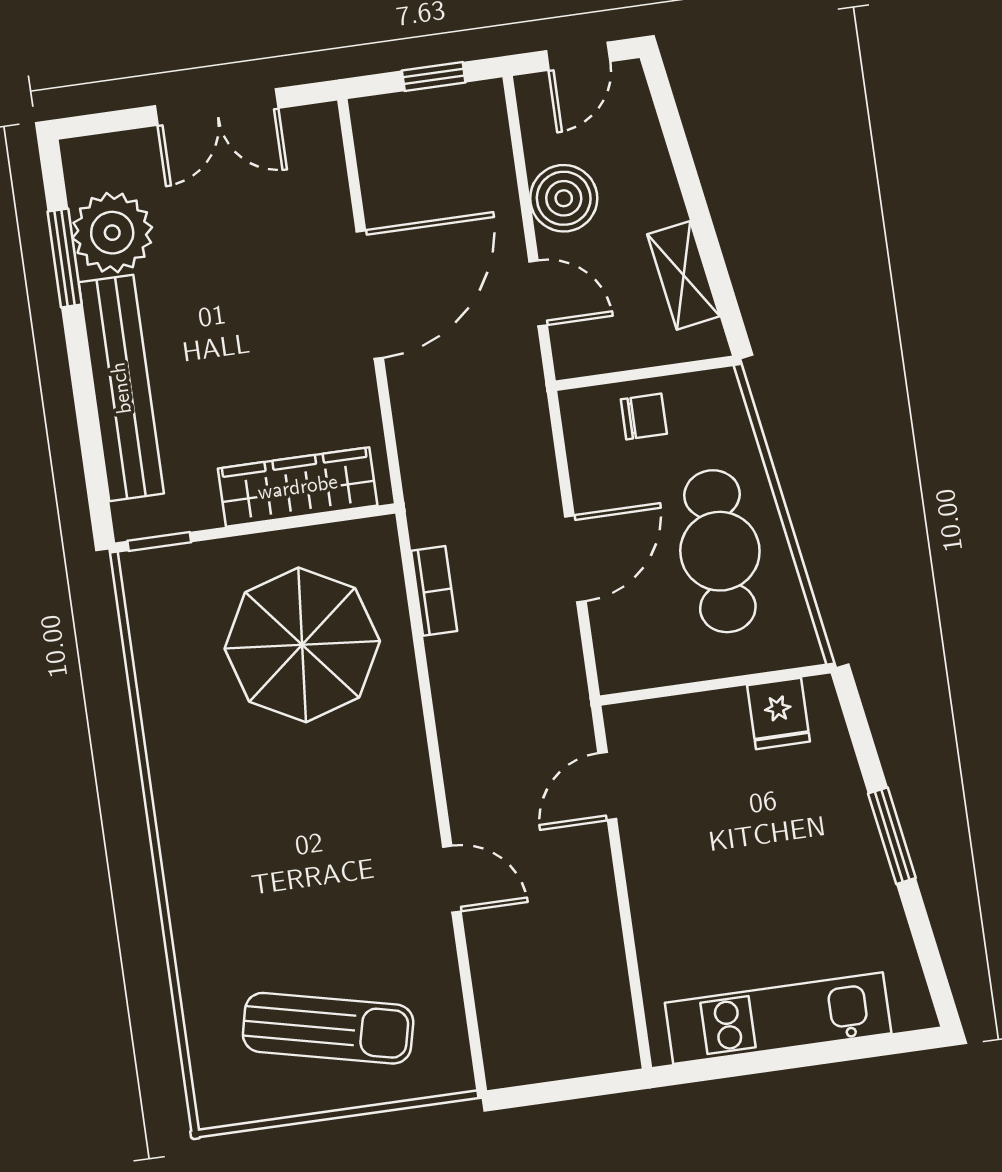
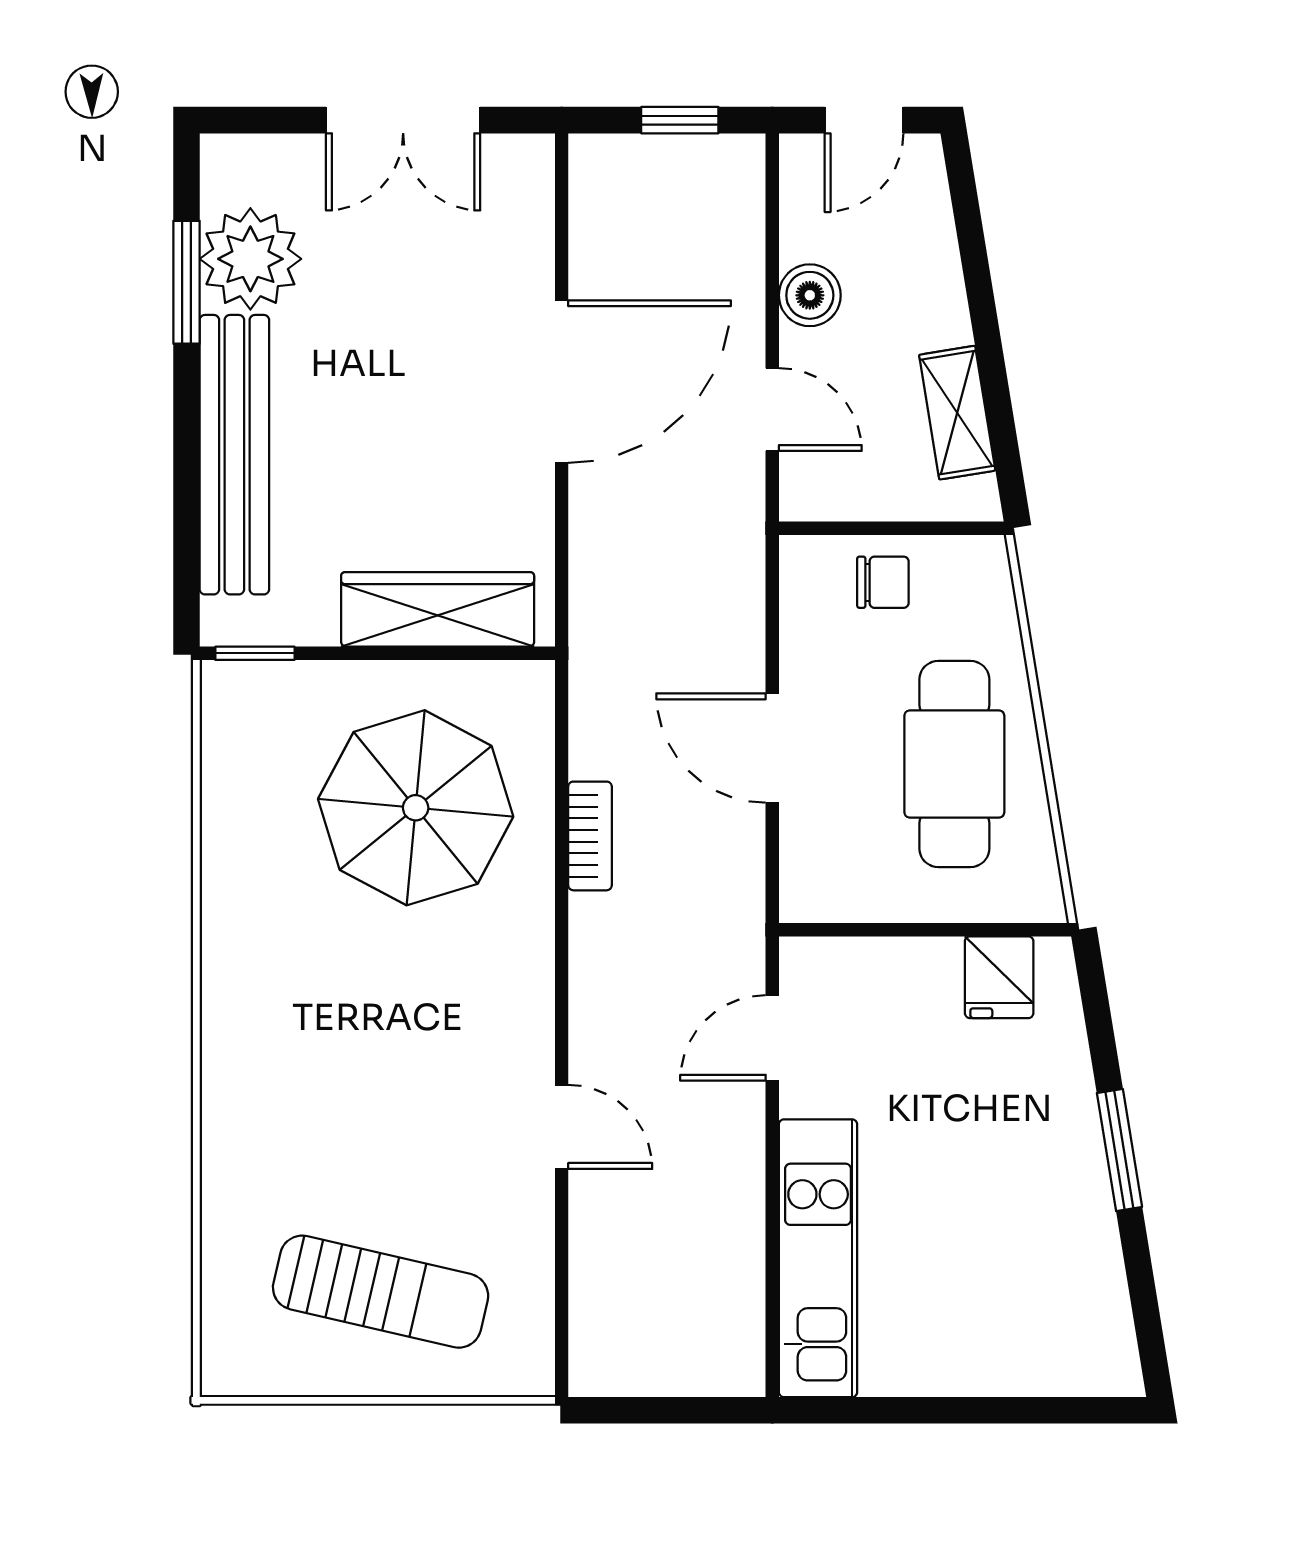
boiler: (564, 198) -> (810, 295), width x0.73, depth x0.73
door: (575, 559) -> (772, 748), swing flipped
bookcase: (434, 591) -> (590, 836), moved
kitchen unit: (778, 1018) -> (818, 1258), moved, turned 90

